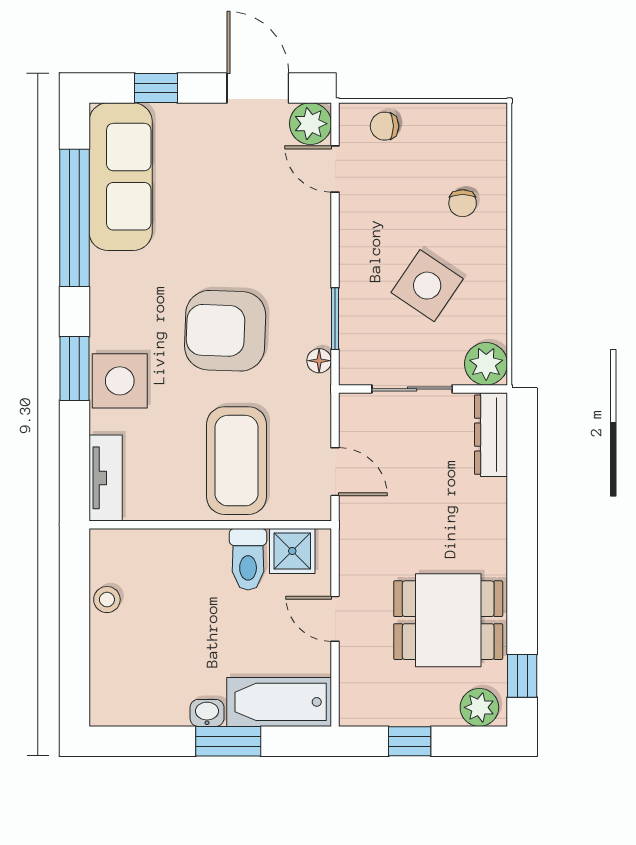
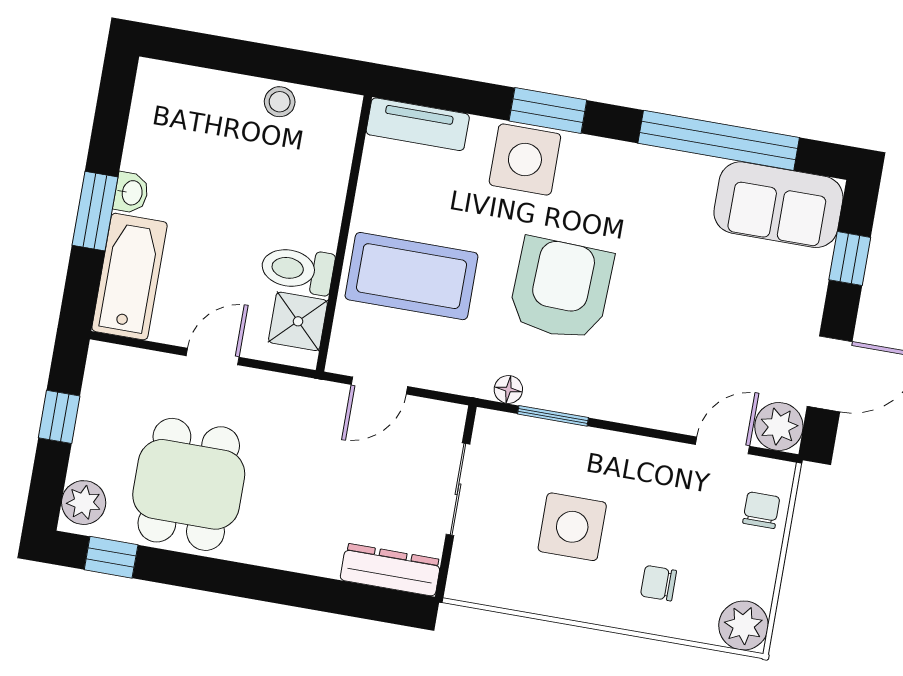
sofa: (121, 177) -> (778, 205), width x0.73
side table: (427, 286) -> (572, 527), turned -34
plant: (486, 364) -> (744, 626), moved

